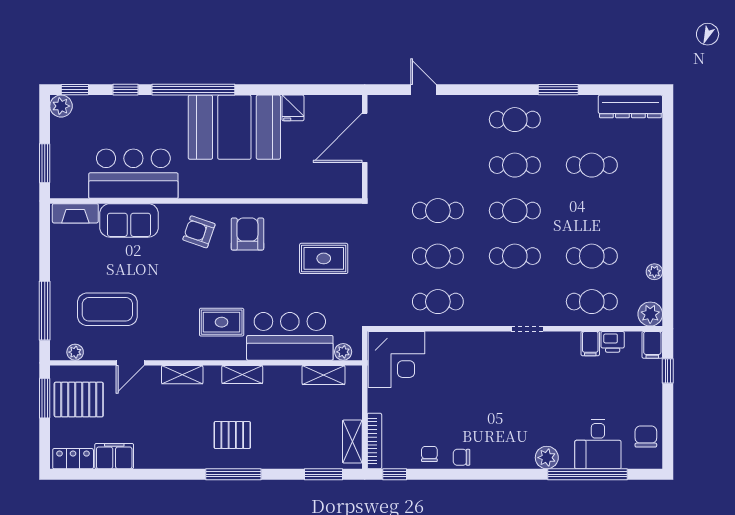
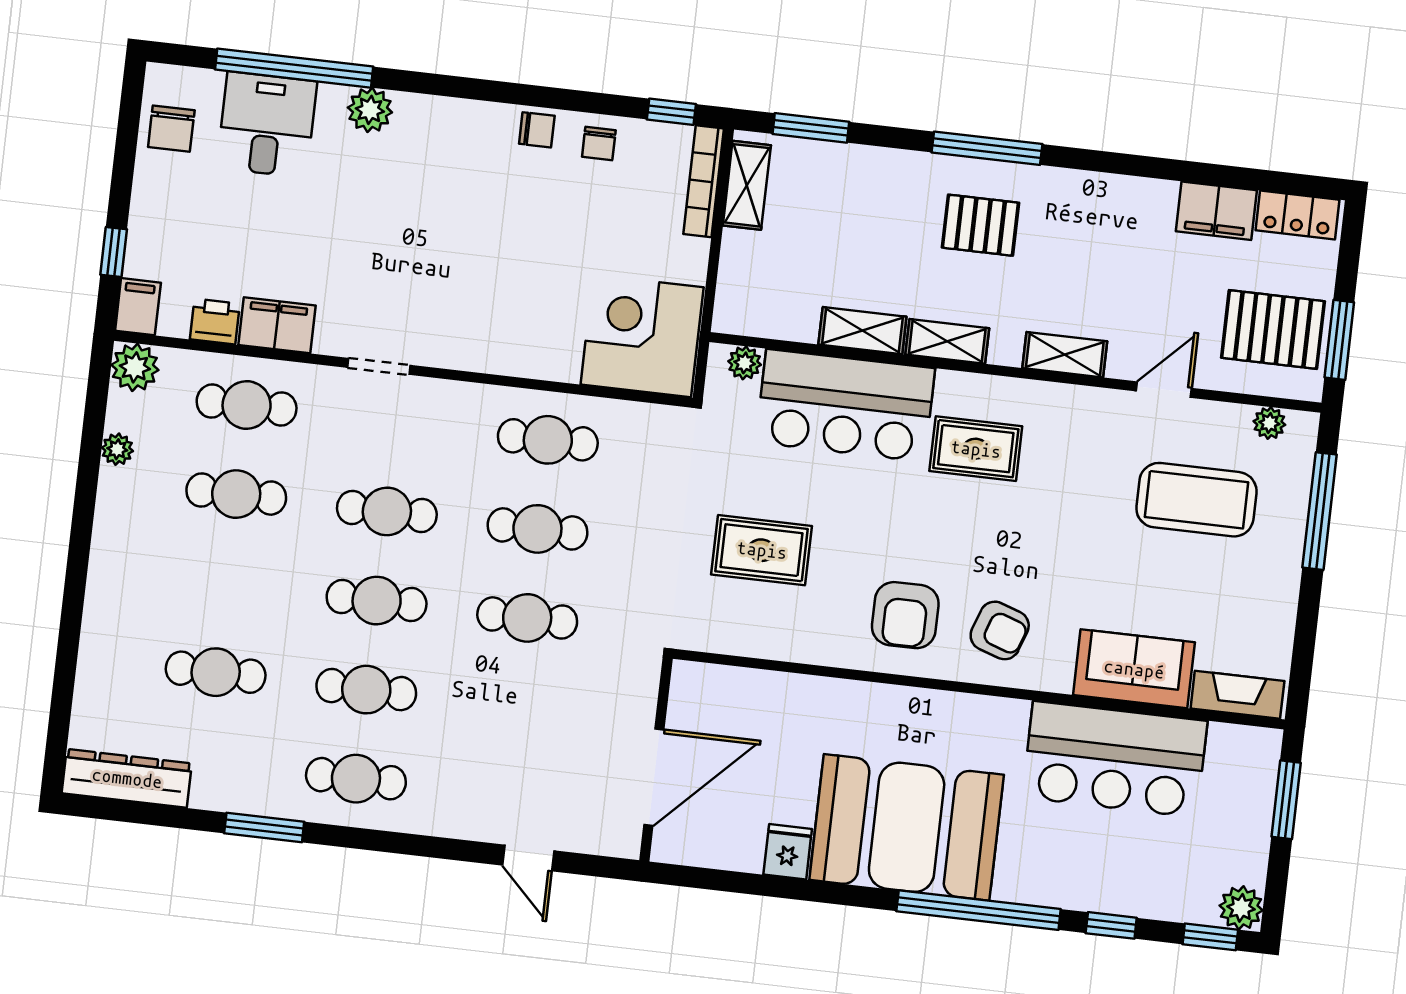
filing cabinet: (590, 344) -> (277, 325), width x2.00
shelving: (323, 375) -> (862, 331), moved

